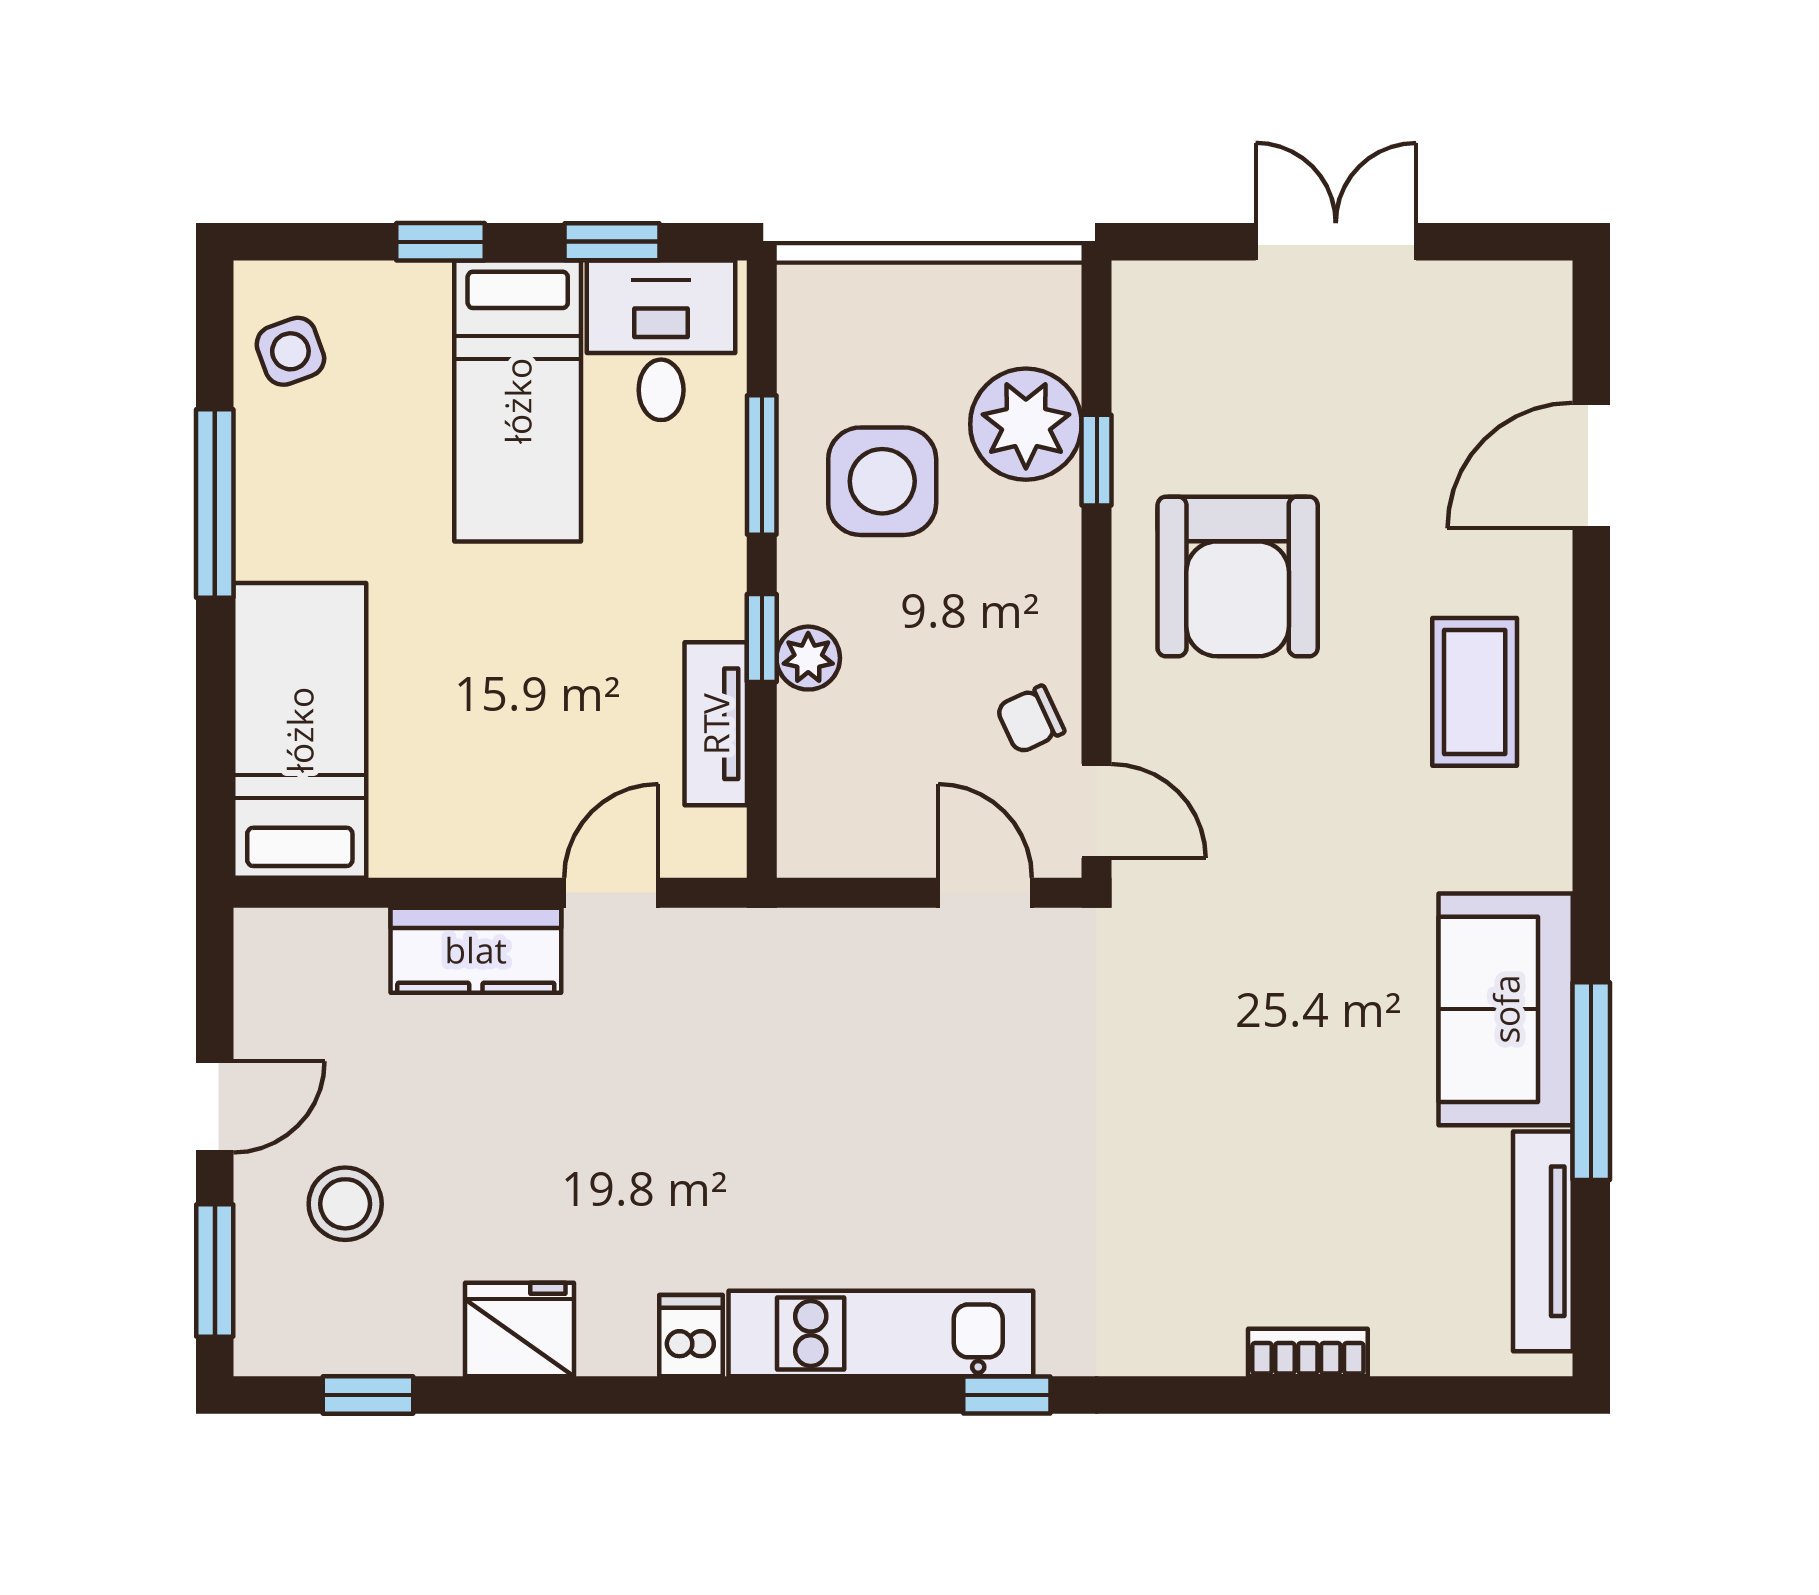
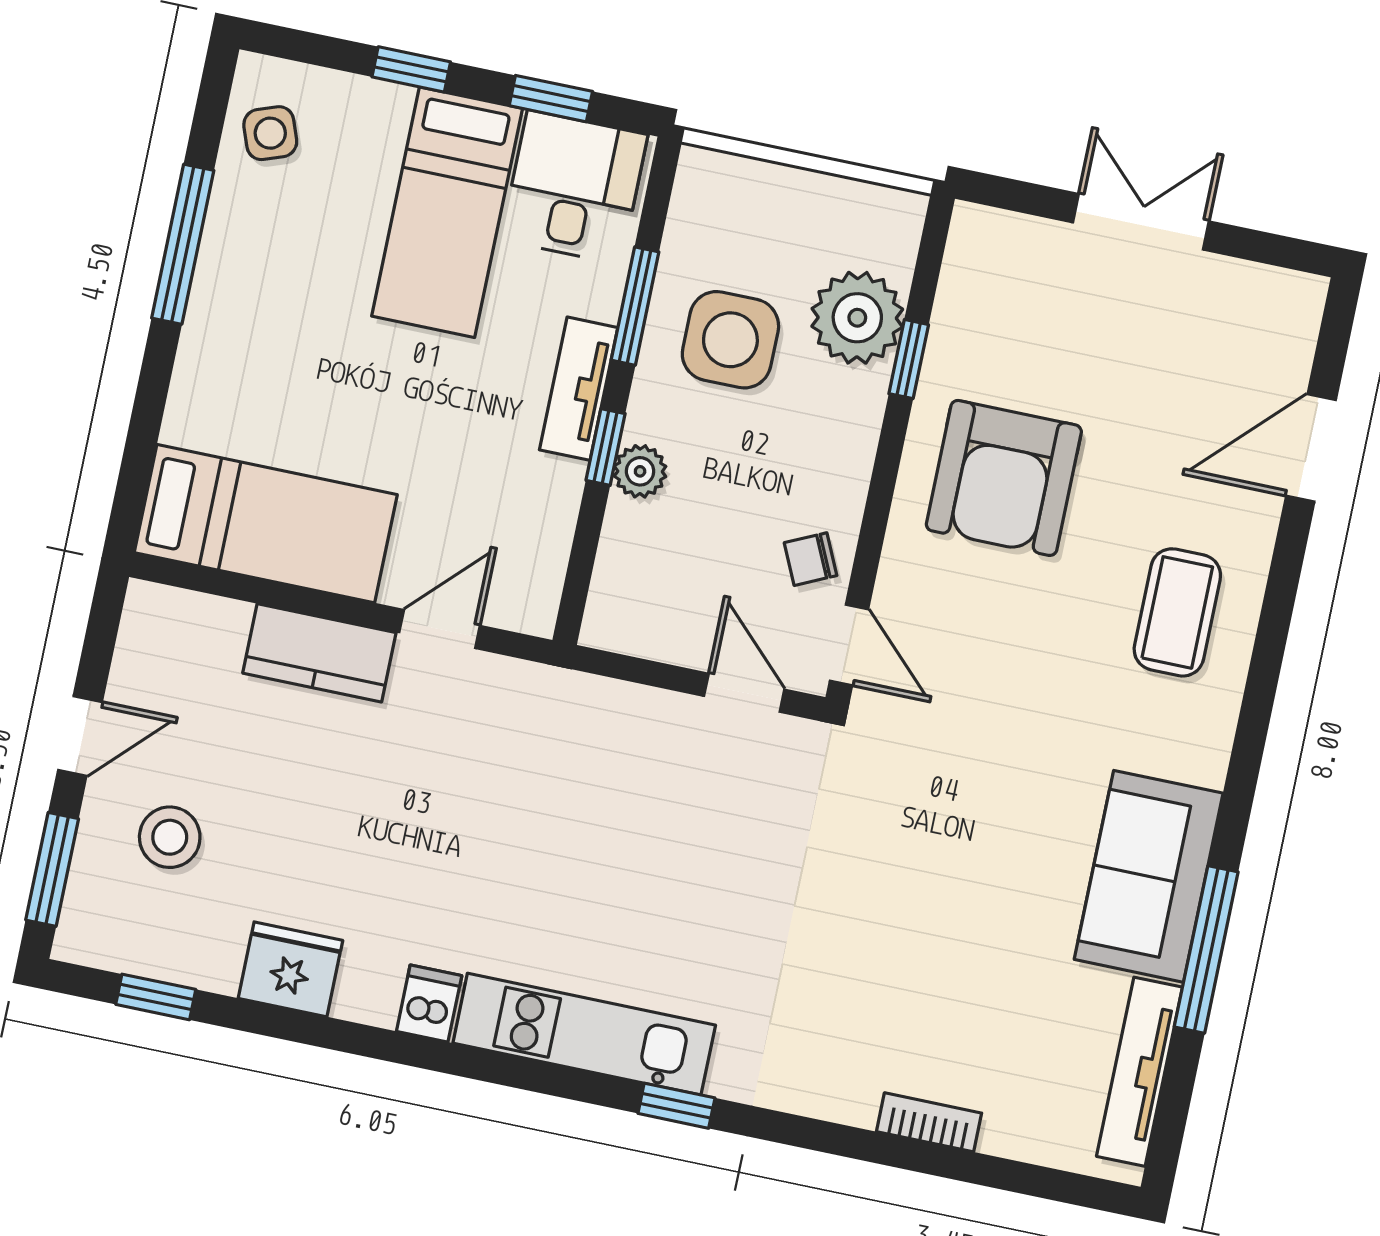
tv unit: (716, 724) -> (579, 389), moved
bed: (300, 730) -> (266, 524), moved, turned 90

